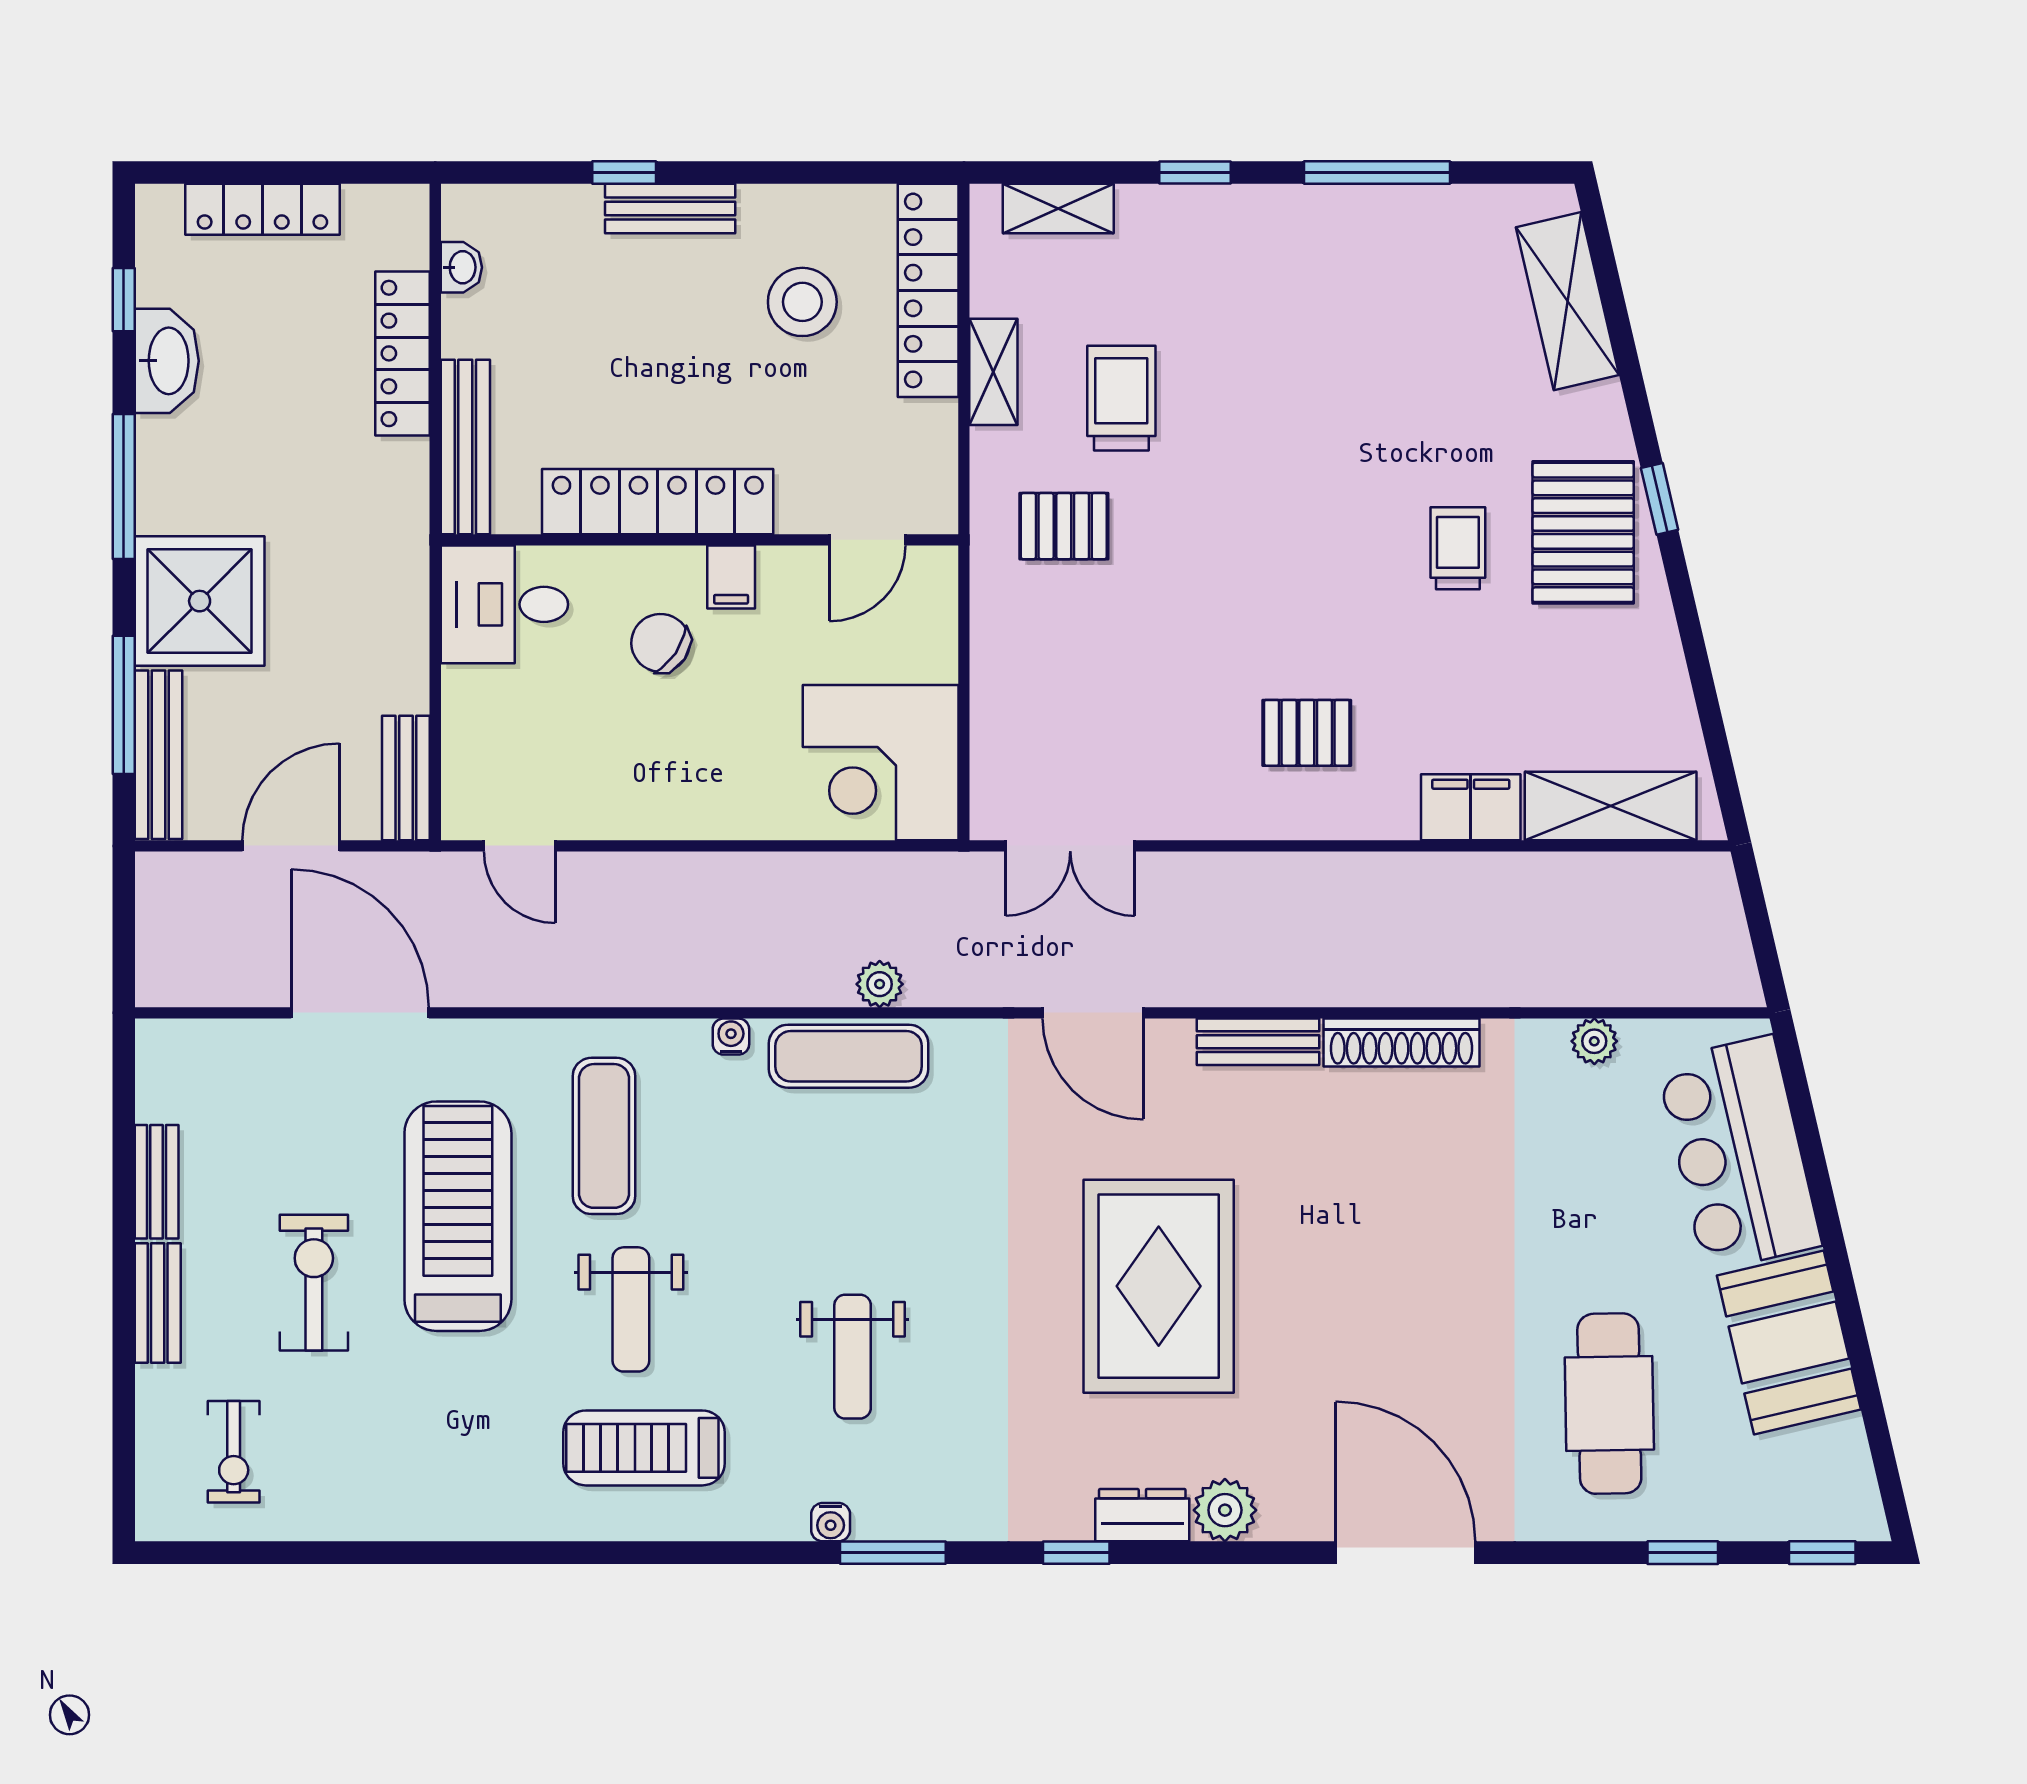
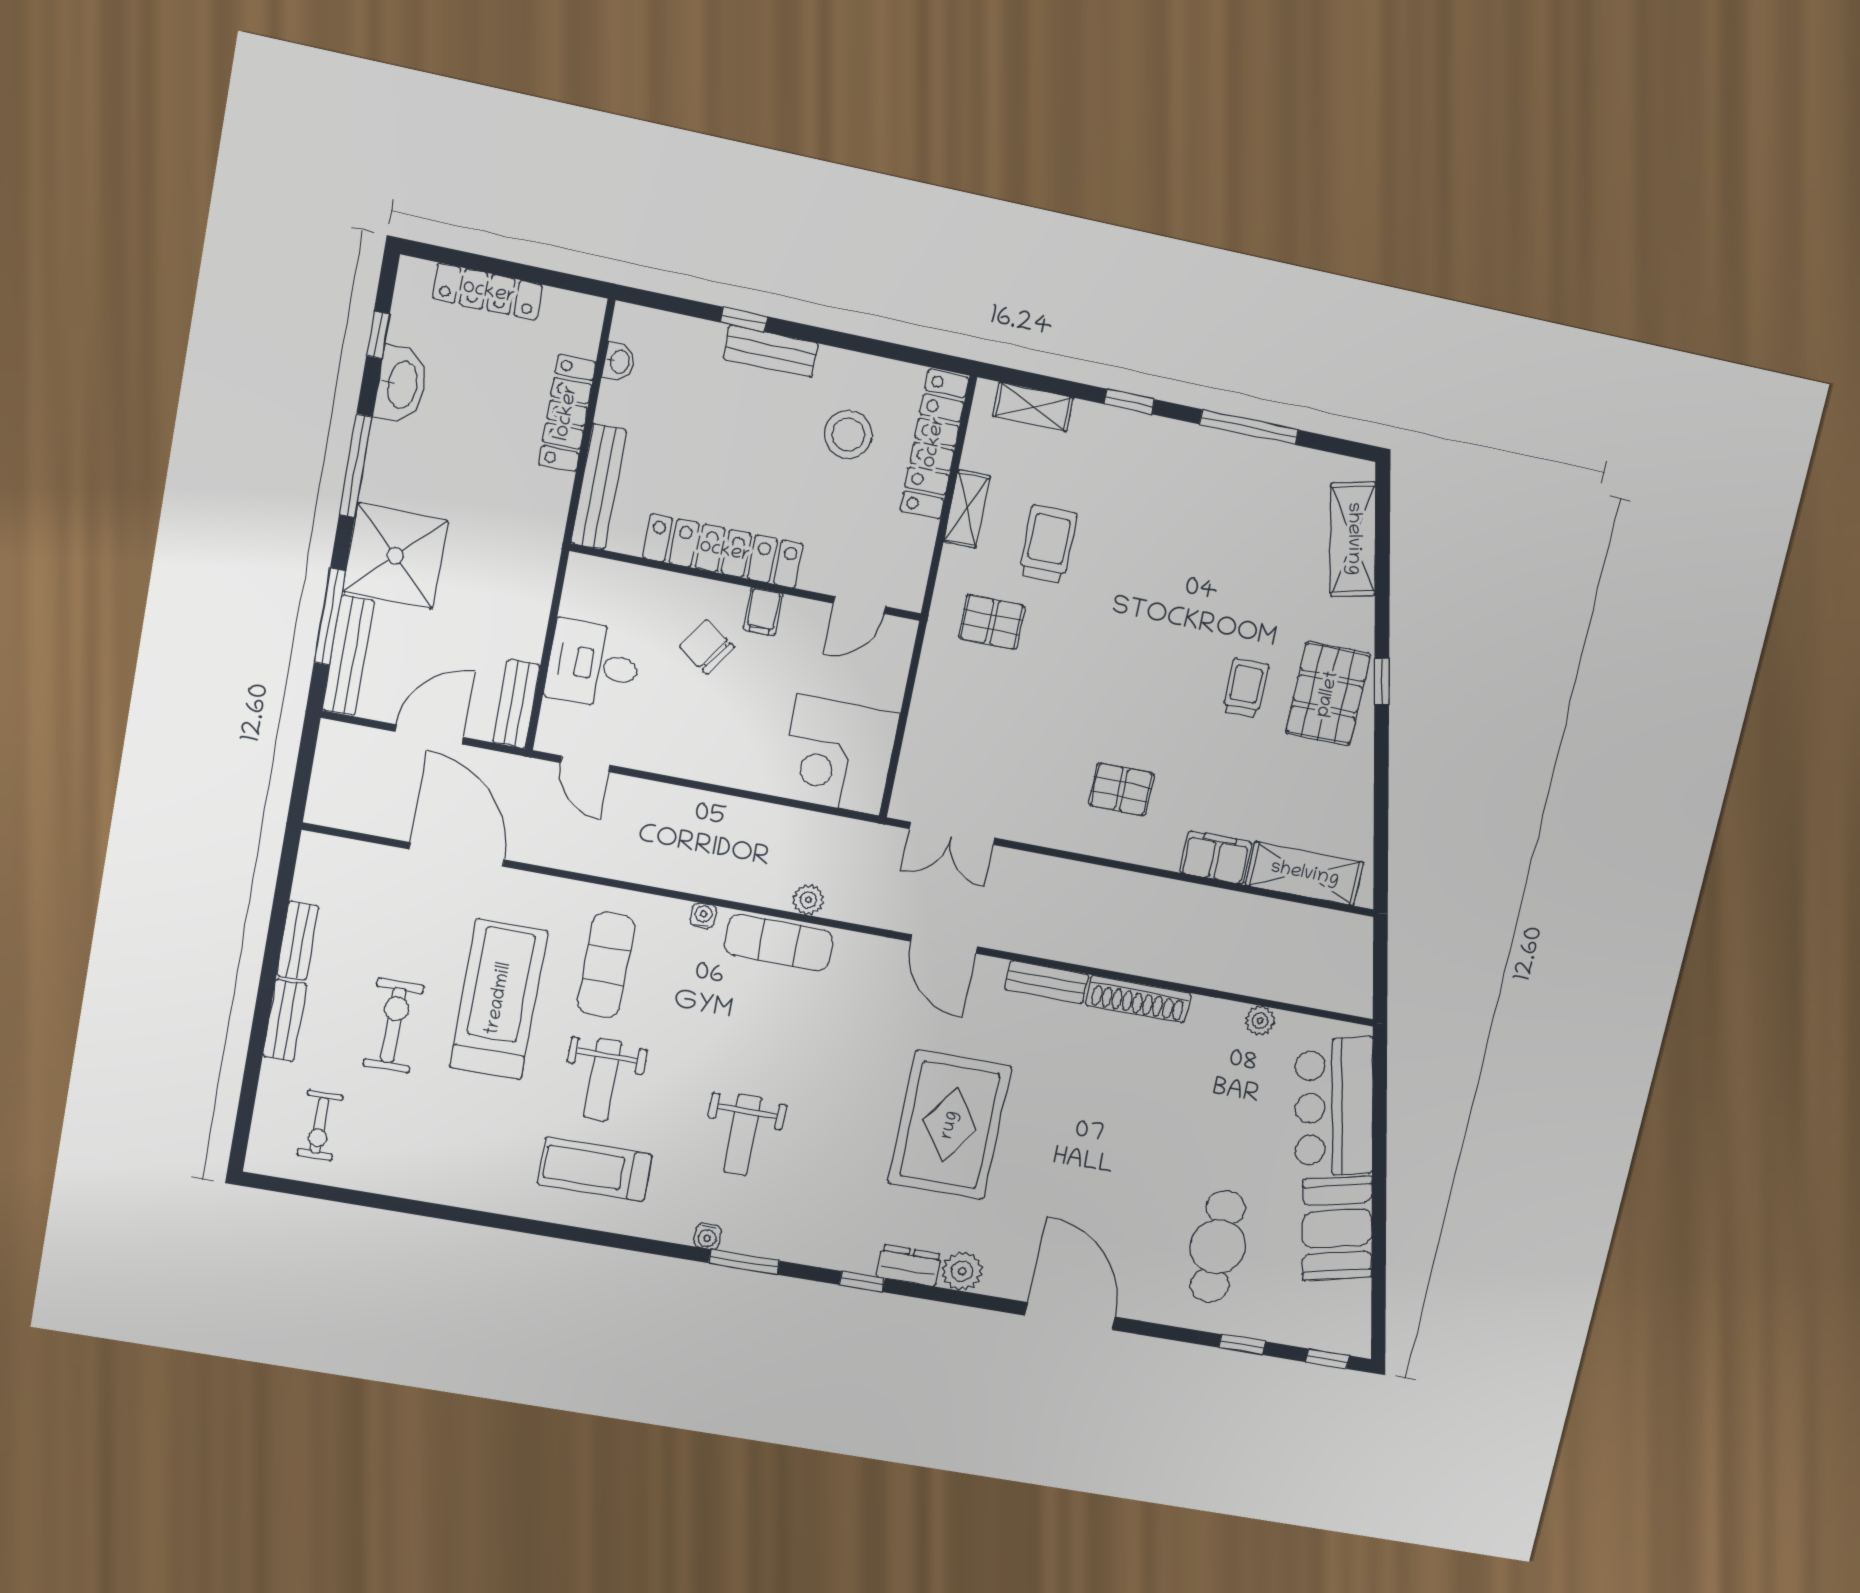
desk: (504, 604) -> (593, 664), moved

